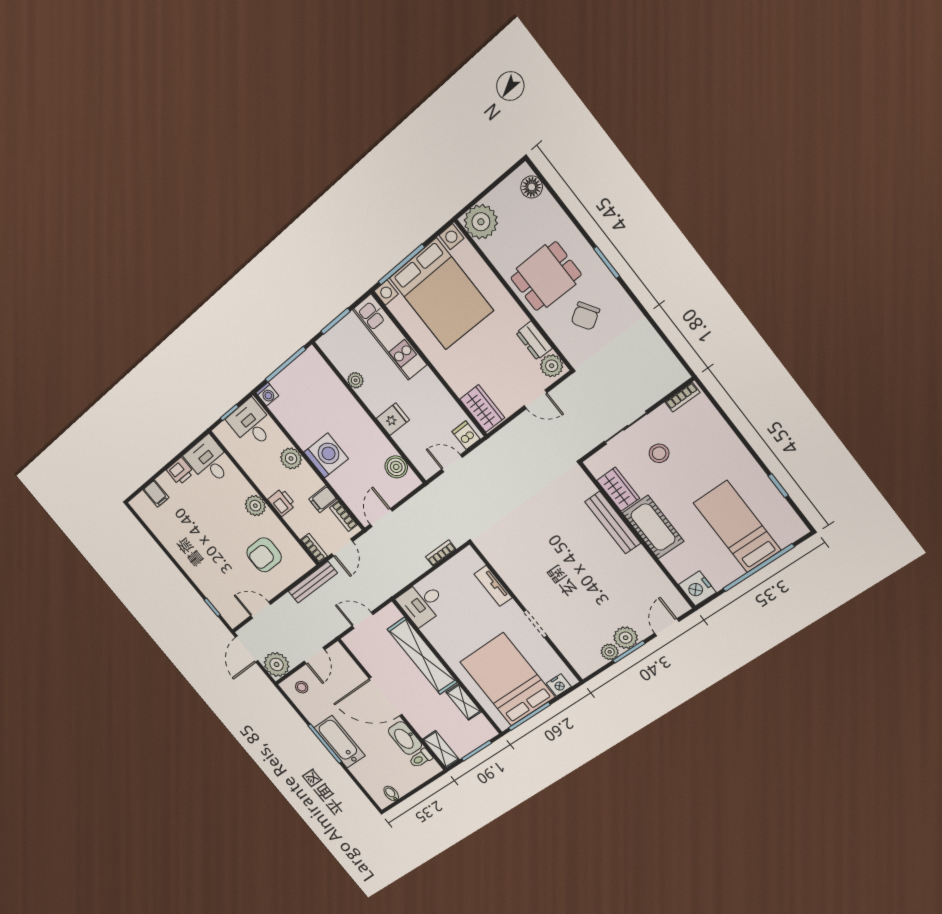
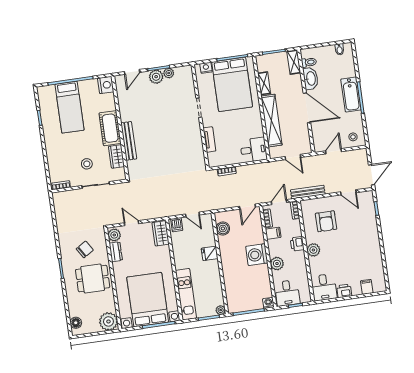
plant: (355, 380) -> (221, 310), moved
armchair: (264, 555) -> (326, 221), turned 90
plant: (277, 664) -> (359, 157), removed

